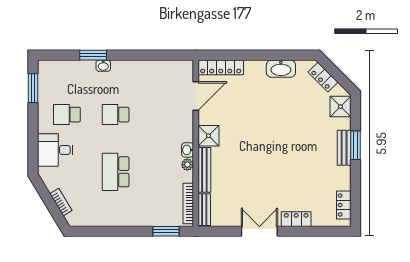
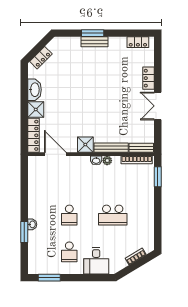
shower: (340, 107) -> (36, 109), moved

